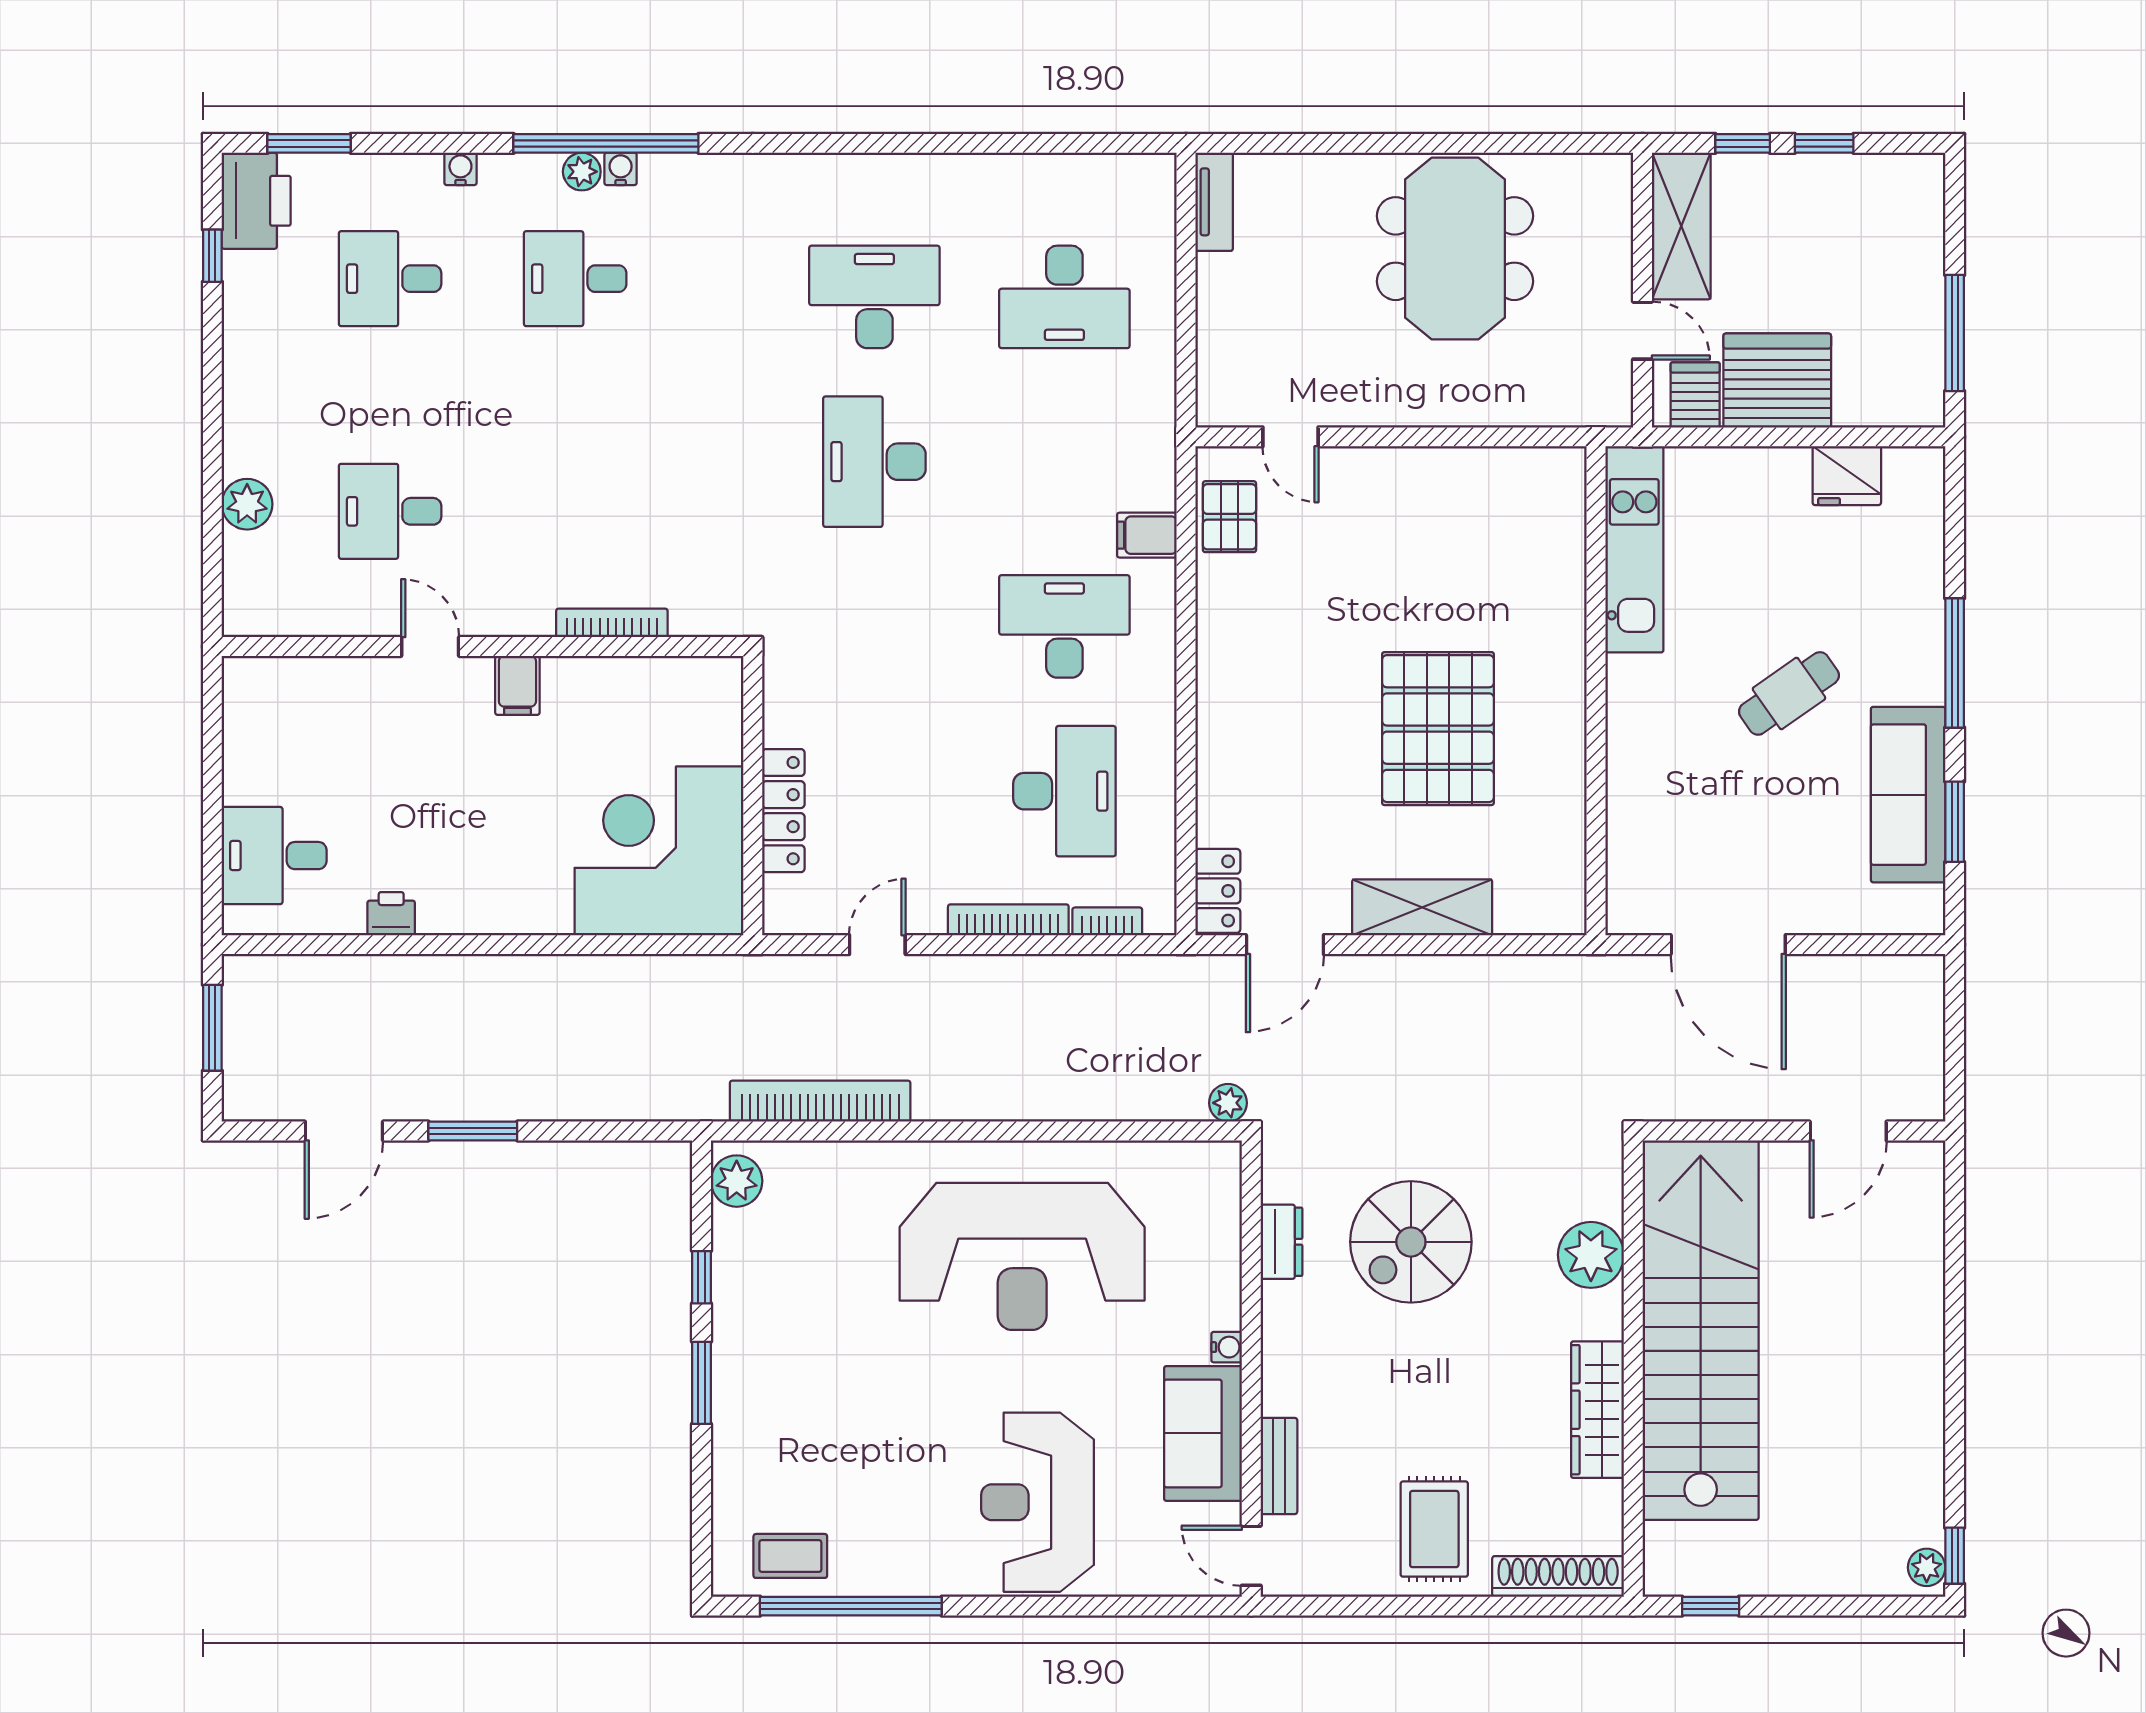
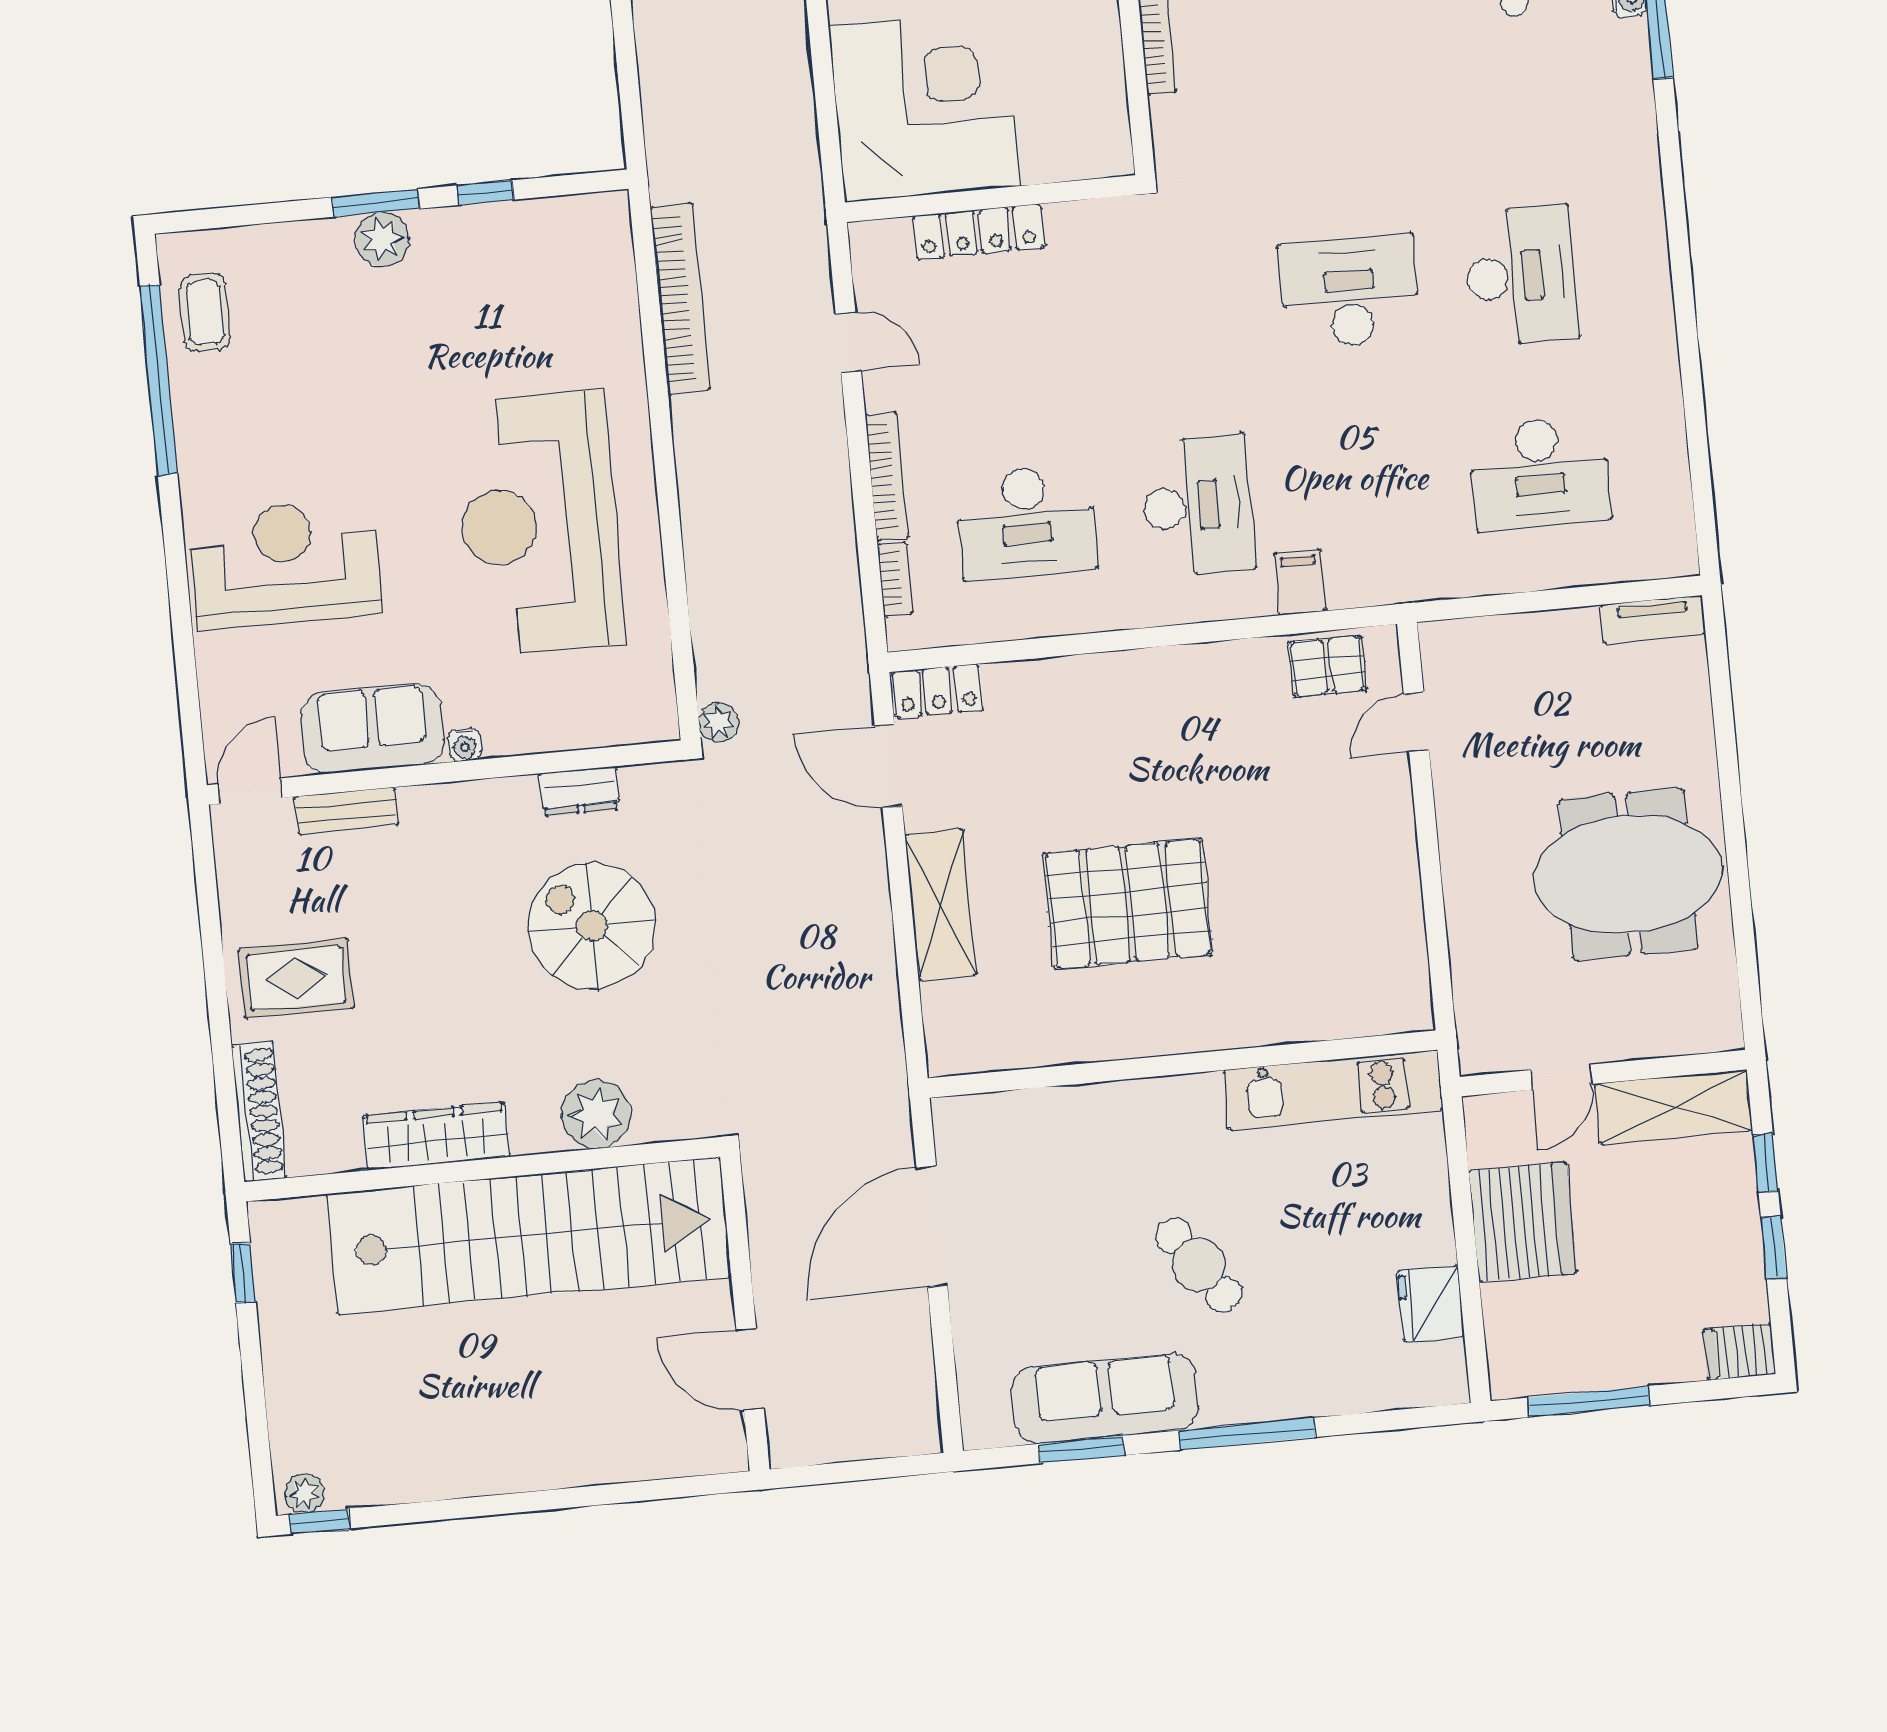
desk: (1064, 297) -> (1540, 473), turned -90
server rack: (1695, 395) -> (1739, 1352), moved, turned 180
plant: (737, 1181) -> (382, 239), moved

